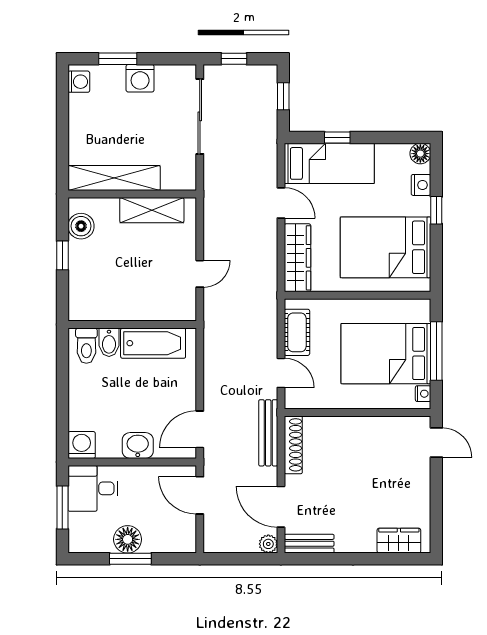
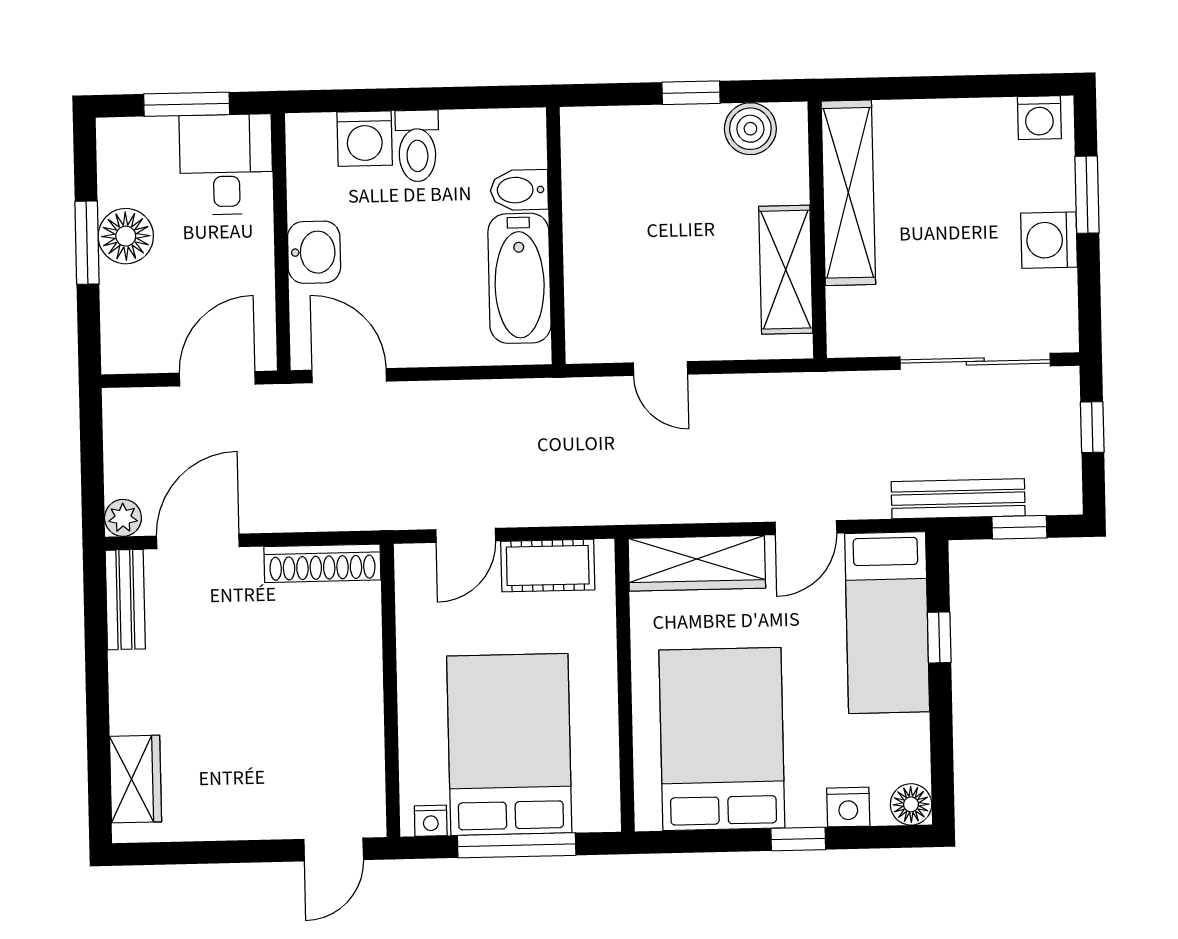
toilet: (86, 346) -> (417, 146), moved, turned -90
bench: (268, 433) -> (958, 499), moved
washing machine: (82, 445) -> (365, 139), moved, turned 90

